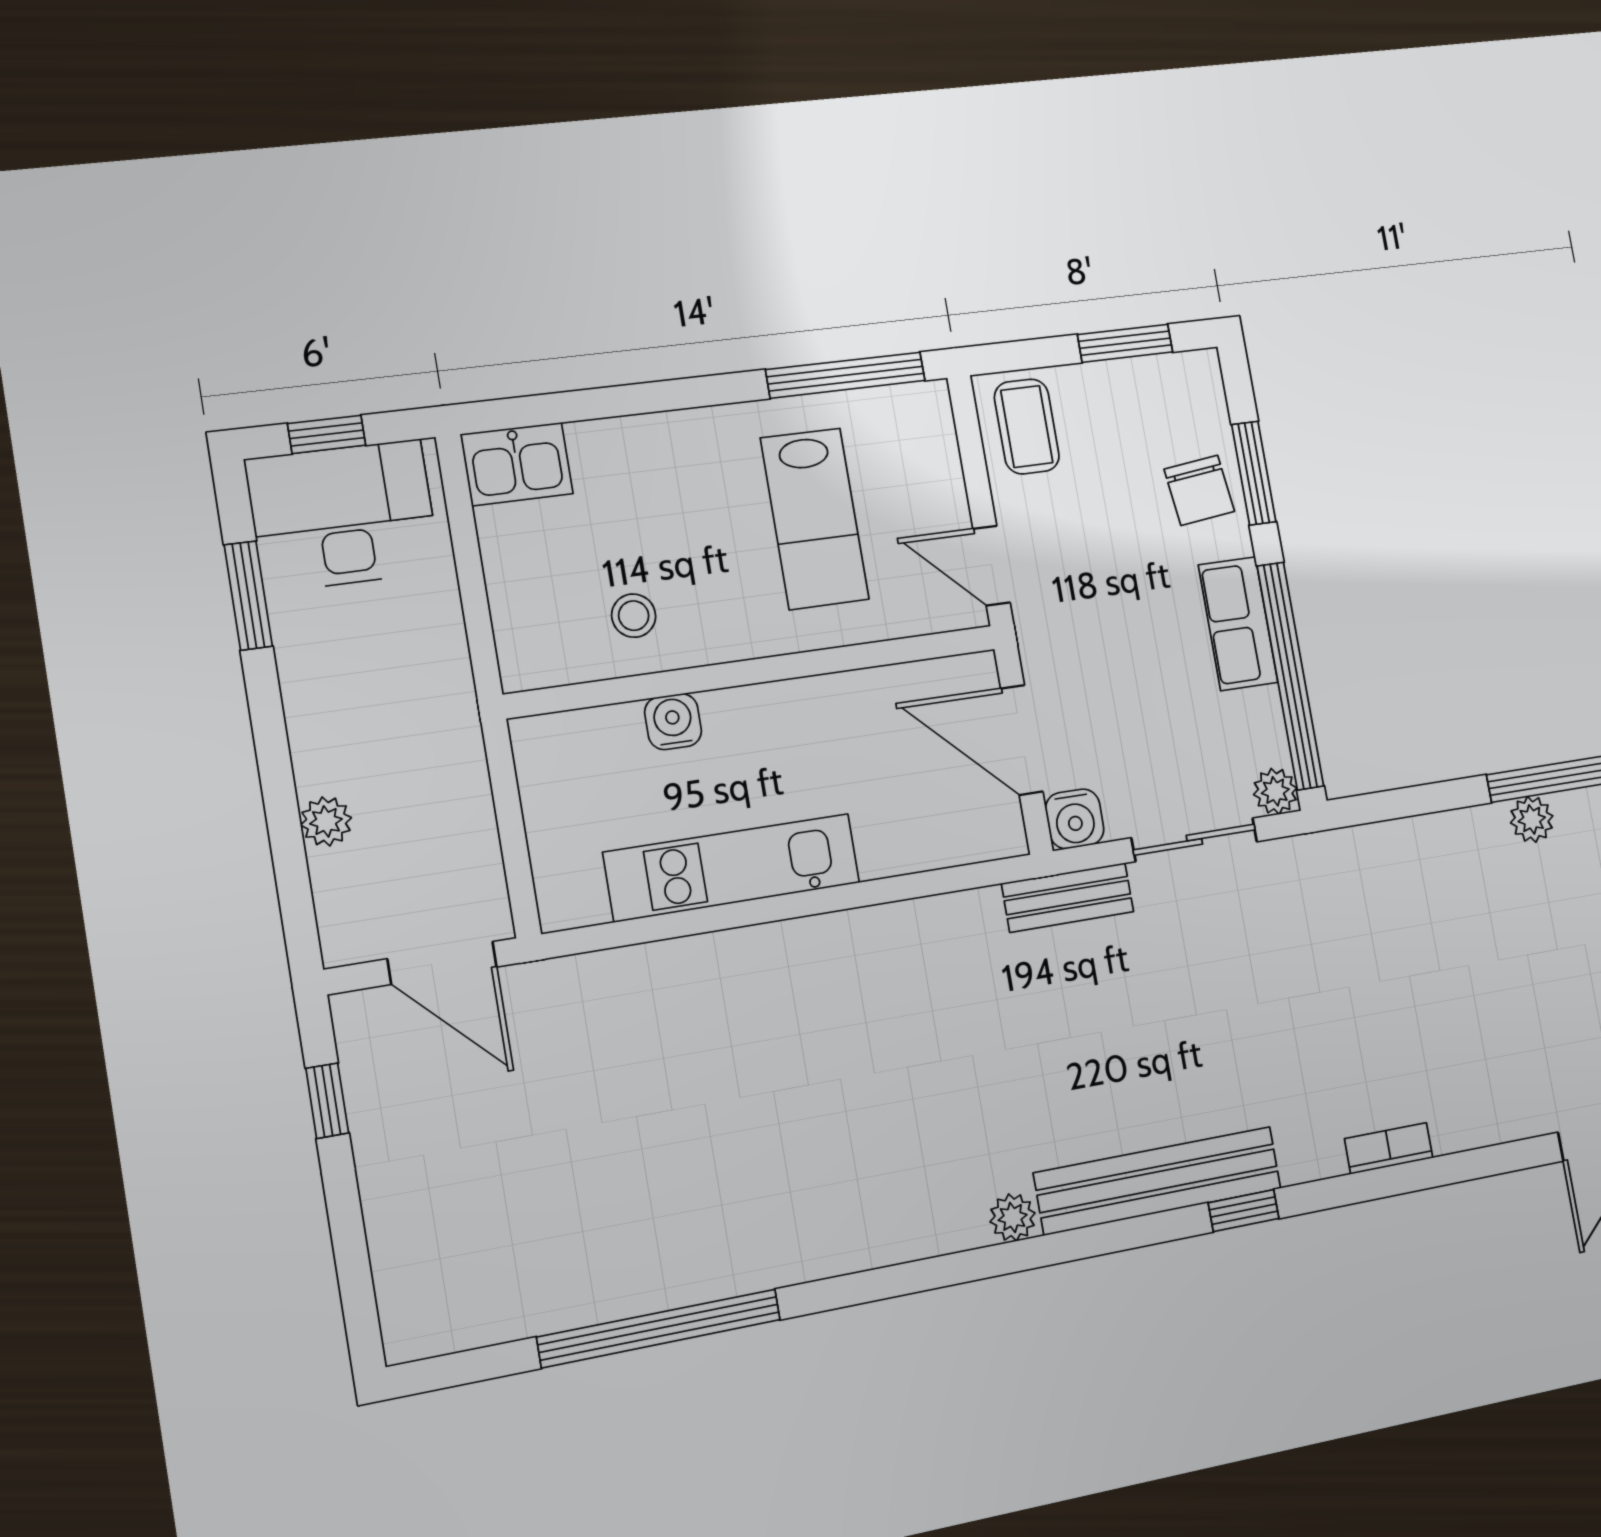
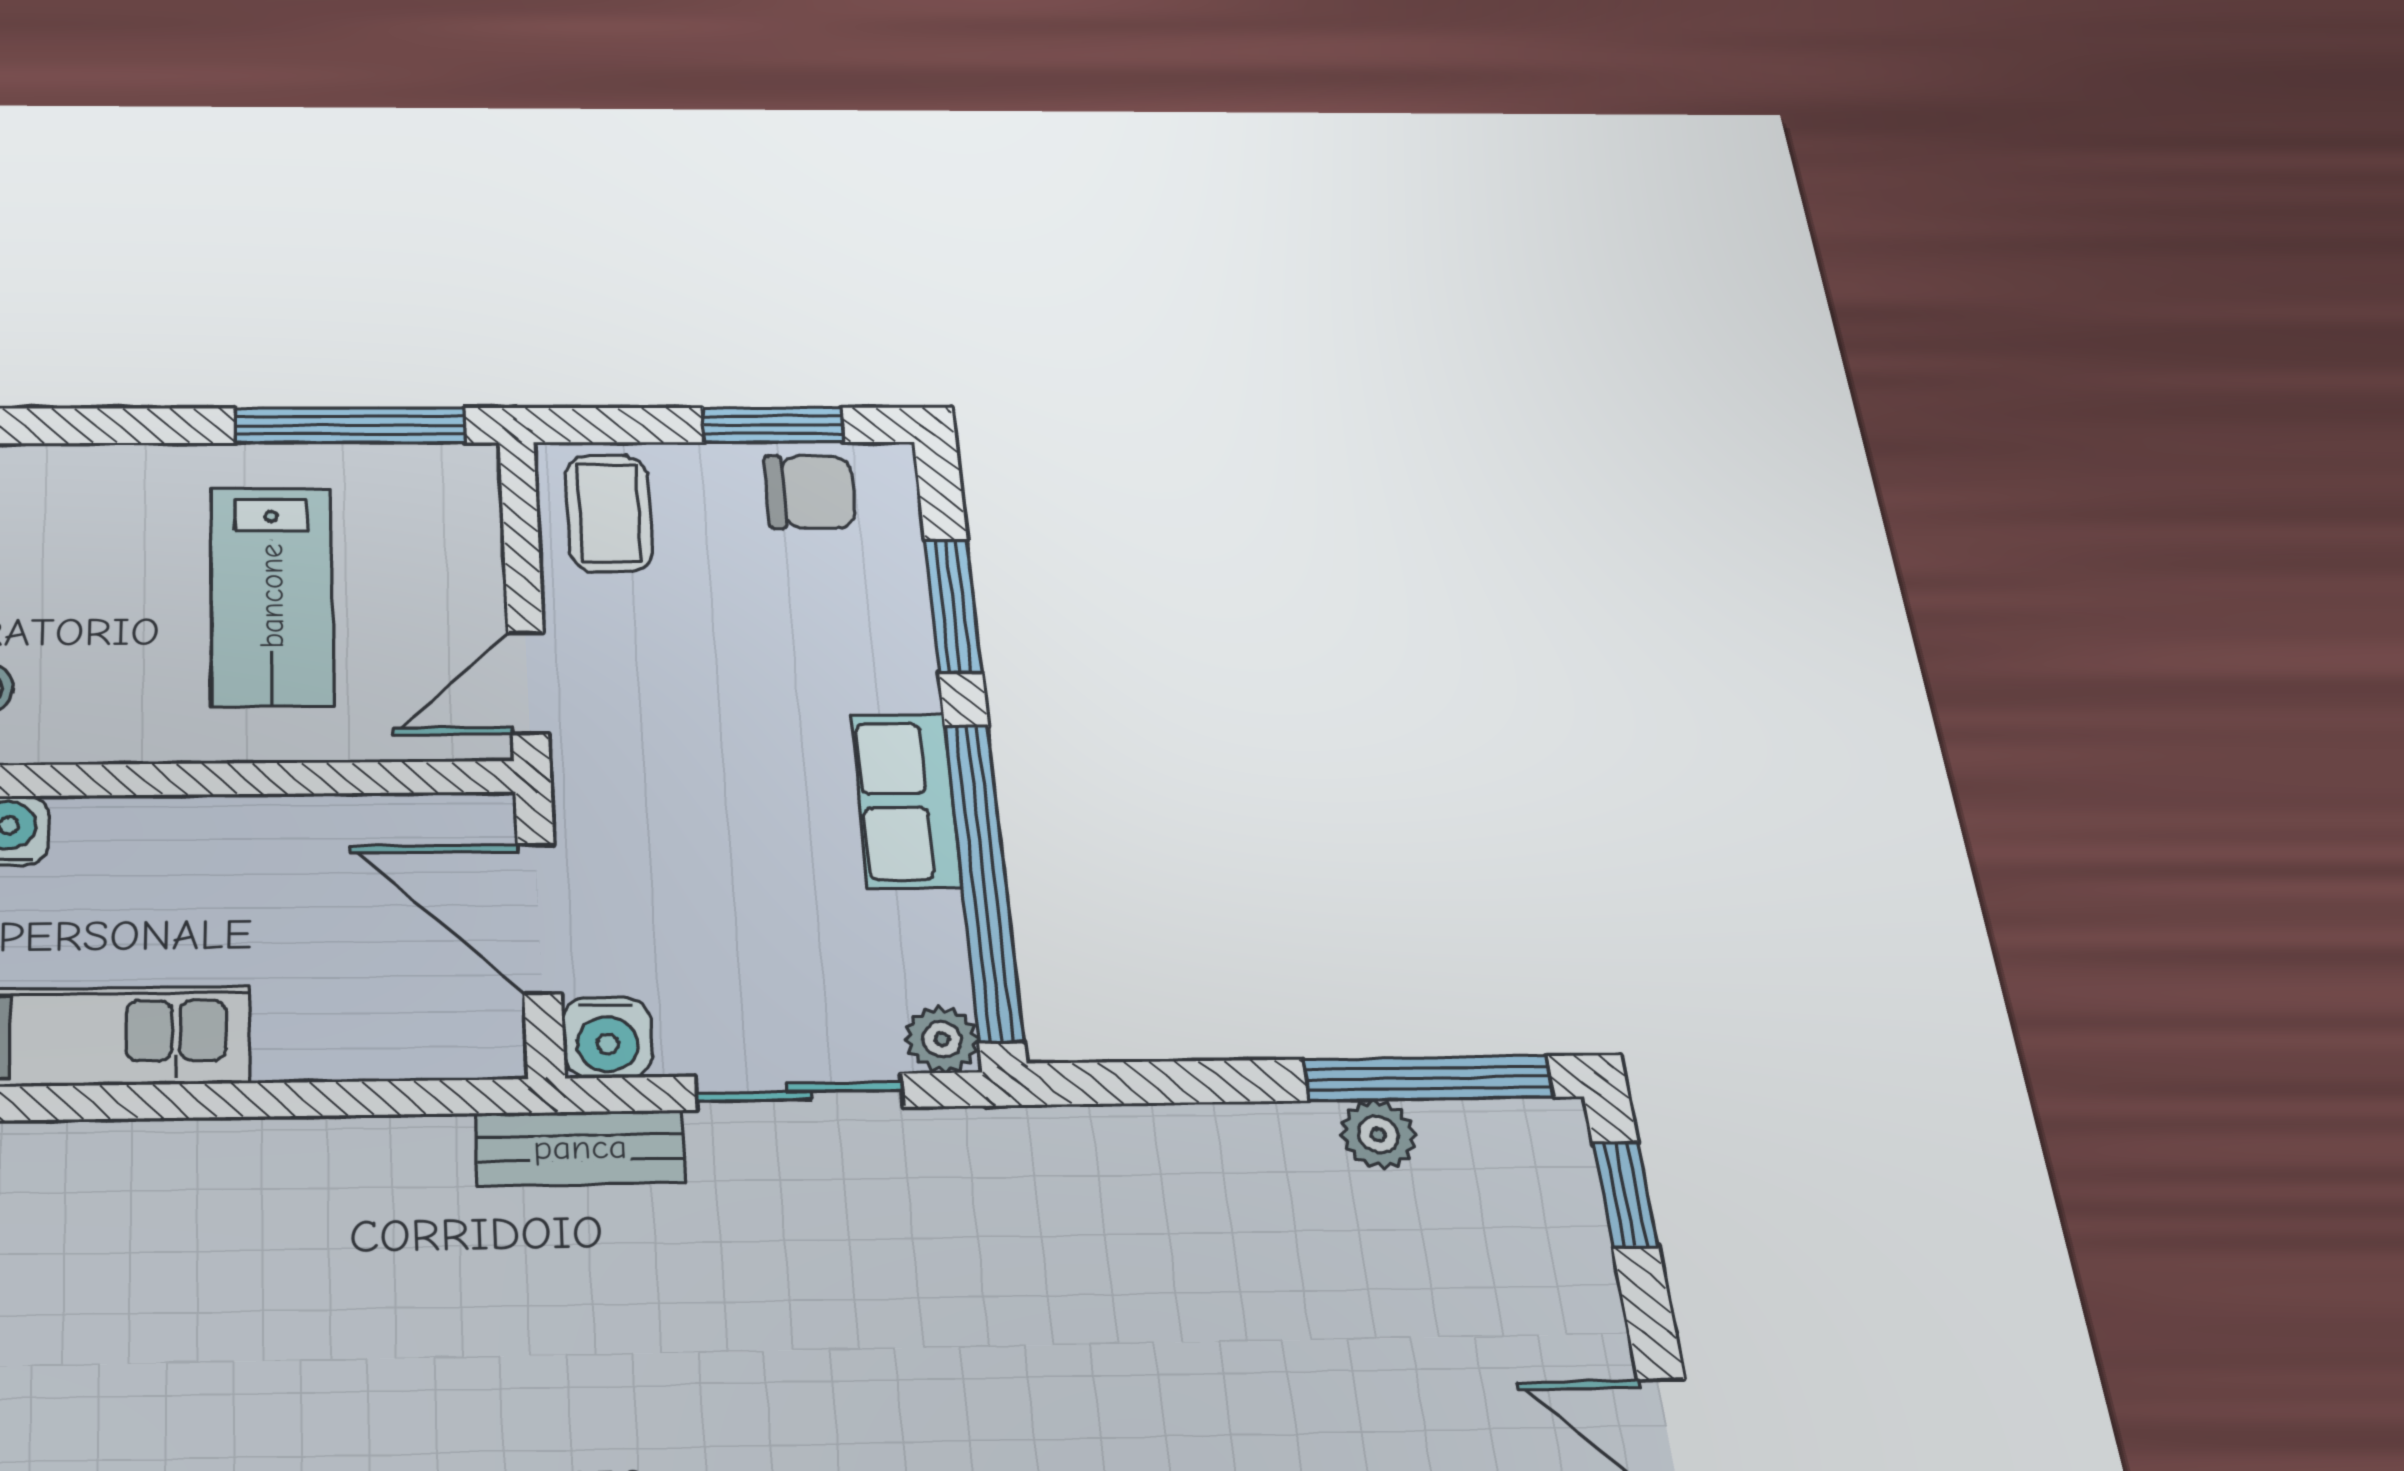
chair: (1199, 490) -> (810, 492), moved, turned -83
door: (992, 566) -> (528, 683), hinge flipped

